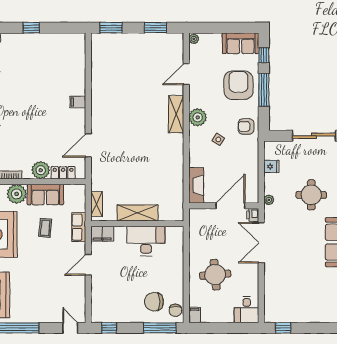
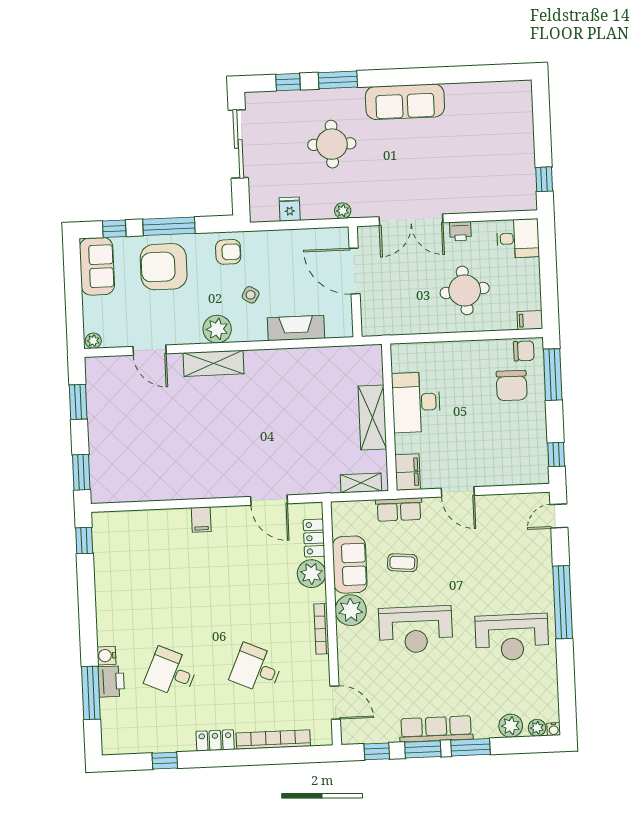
window: (31, 28) -> (84, 541), moved
armchair: (246, 126) -> (228, 252), turned -90
fireplace: (196, 185) -> (296, 328), moved
printer: (253, 215) -> (460, 231), moved

